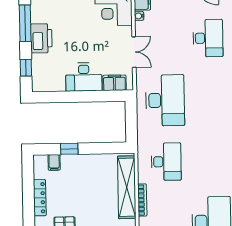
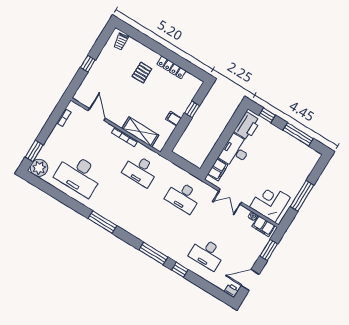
printer: (41, 38) -> (247, 126), moved, turned -90
desk: (165, 100) -> (183, 197), width x0.73, depth x0.77
filing cabinet: (54, 162) -> (174, 119), moved
shelving: (127, 187) -> (140, 132), width x0.68

